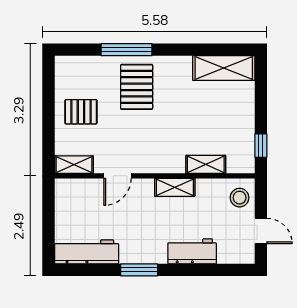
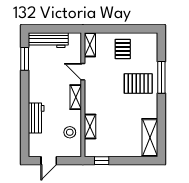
shelving: (175, 187) -> (76, 97), moved
stool: (240, 198) -> (70, 132), moved
workbench: (87, 252) -> (48, 40), moved, turned 90
window: (139, 270) -> (25, 59), moved

